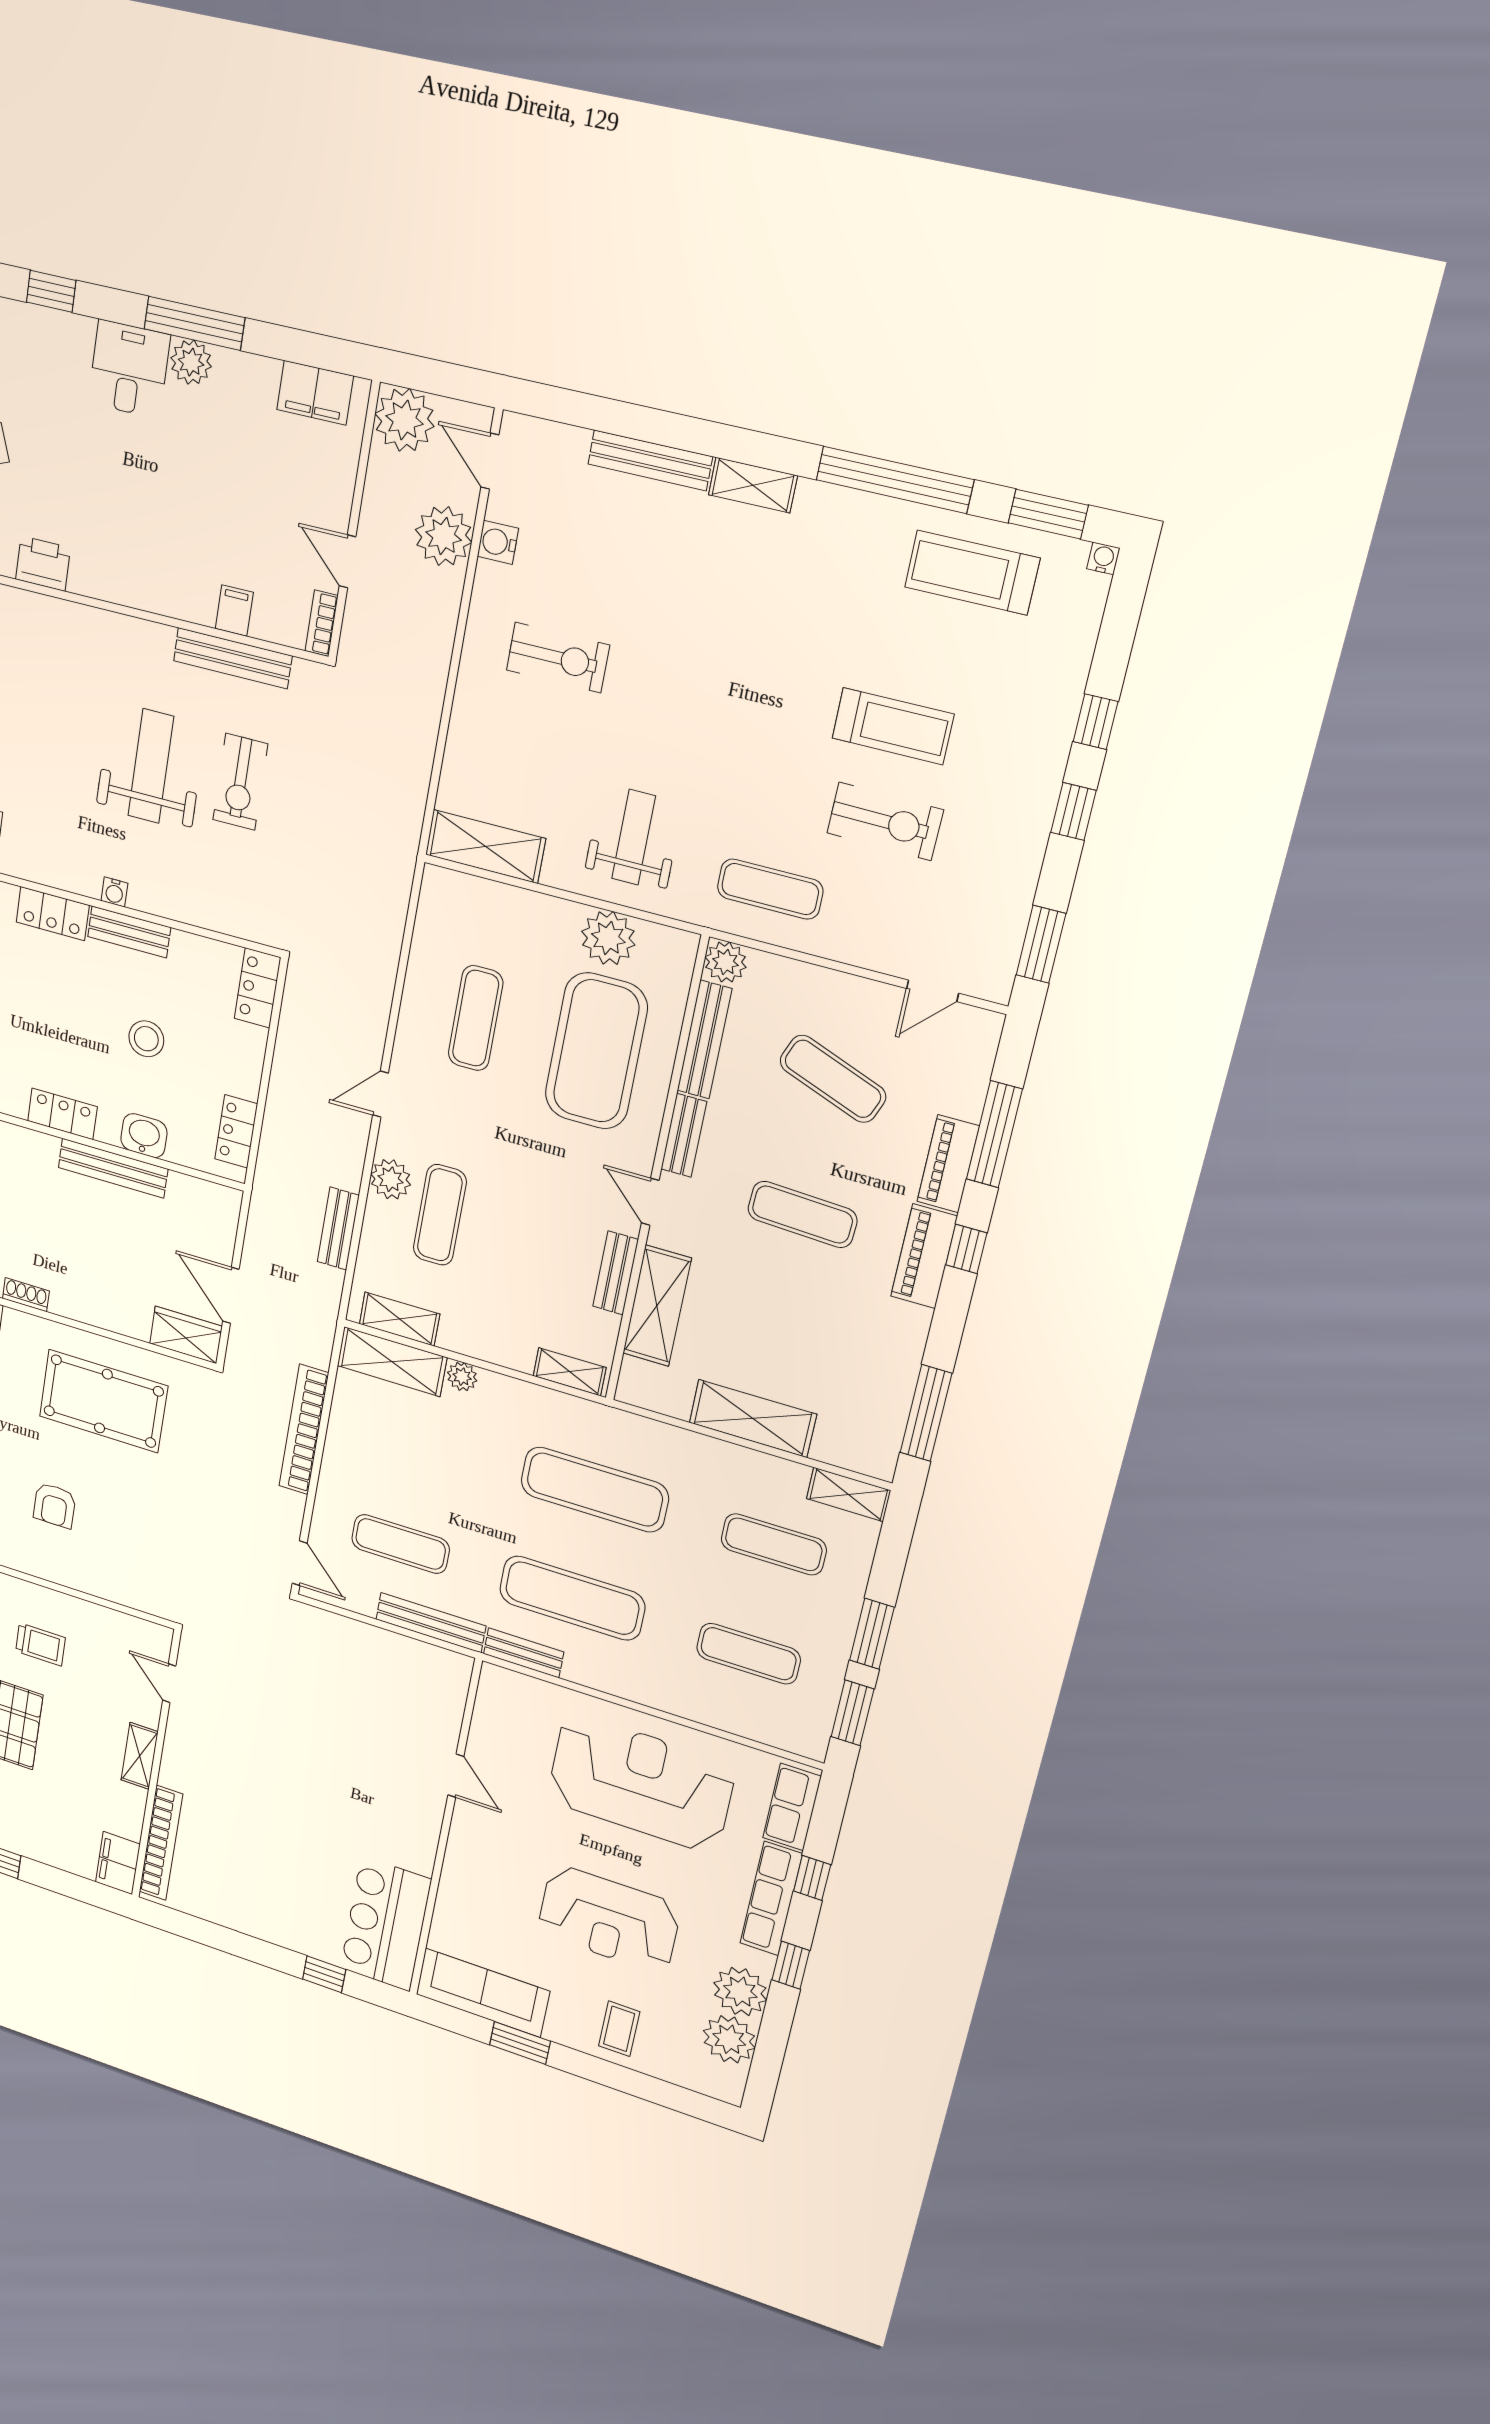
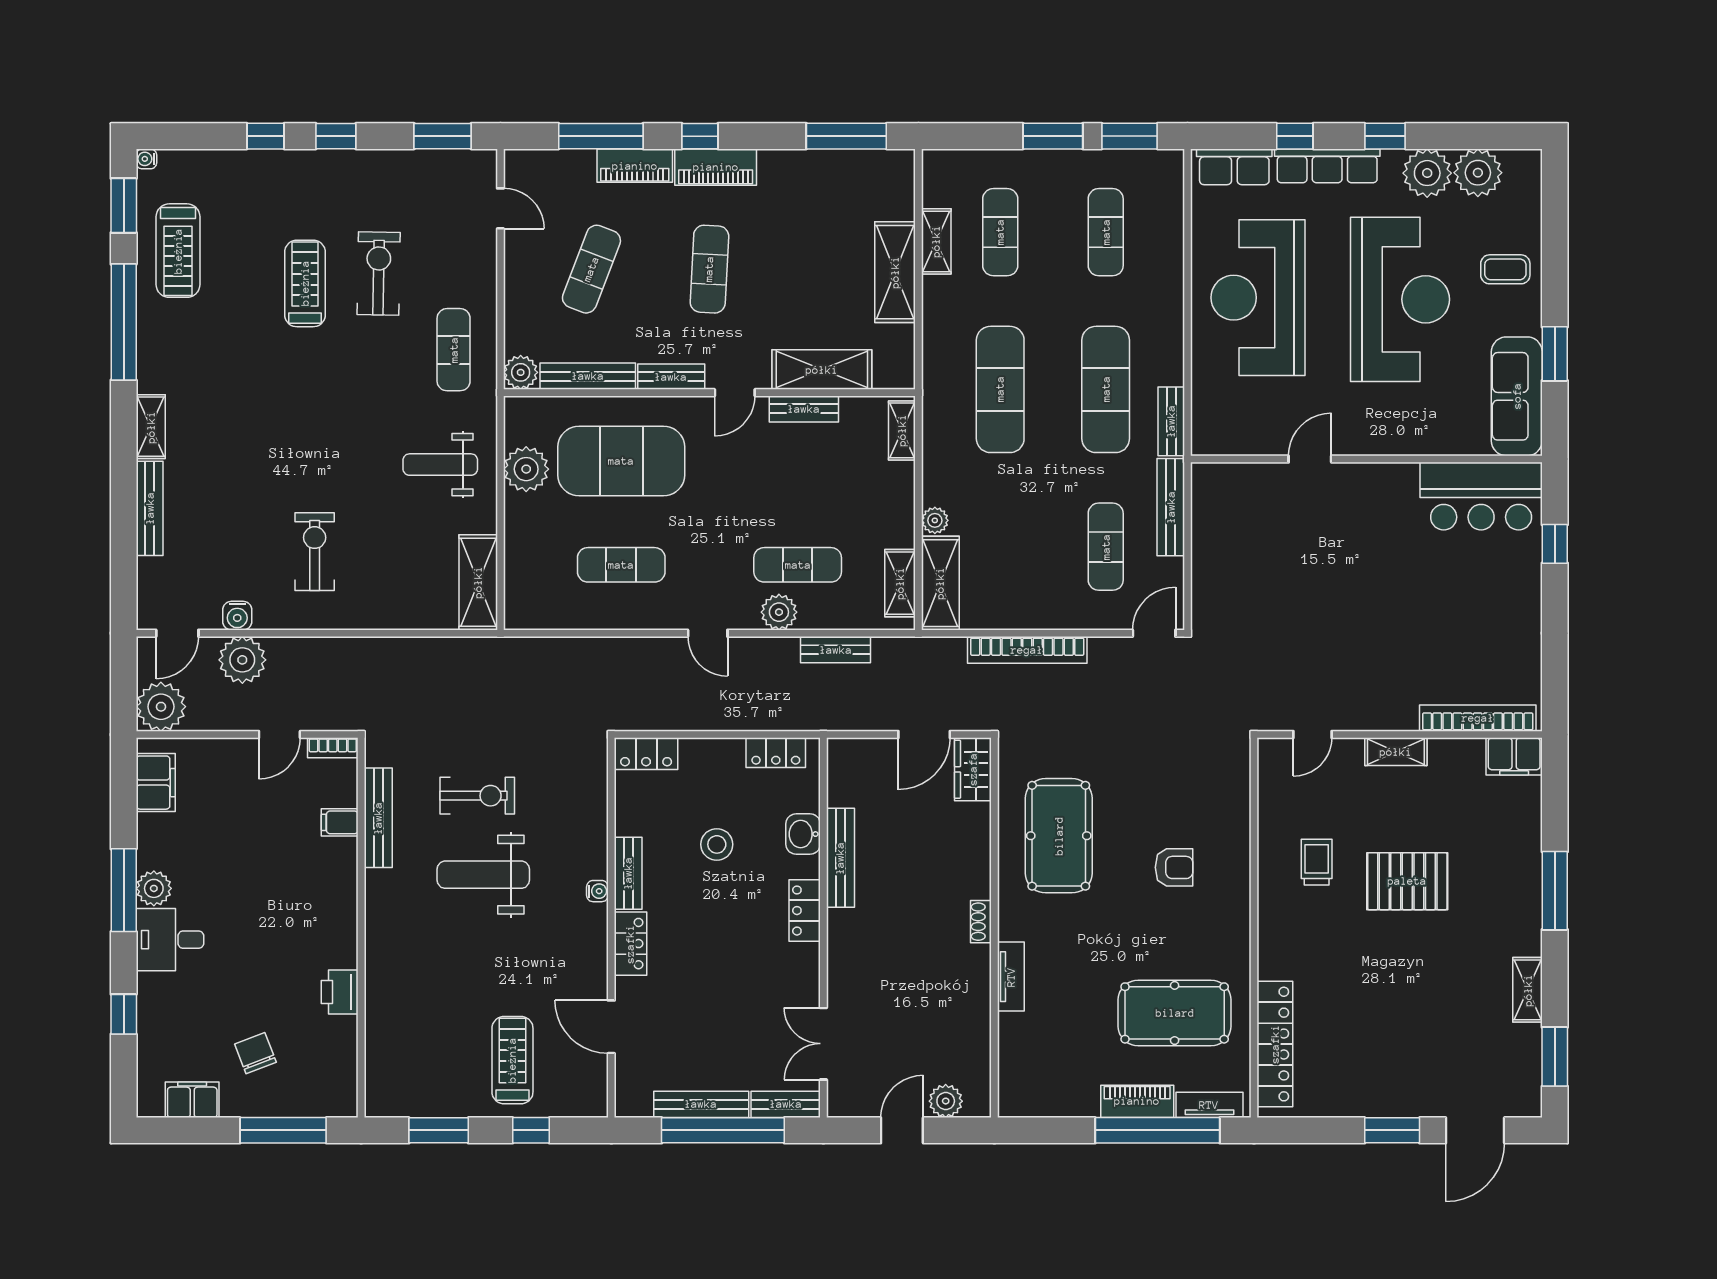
shelving: (849, 1494) -> (936, 241), moved
reception desk: (609, 1919) -> (1400, 299), width x1.36, depth x1.30

